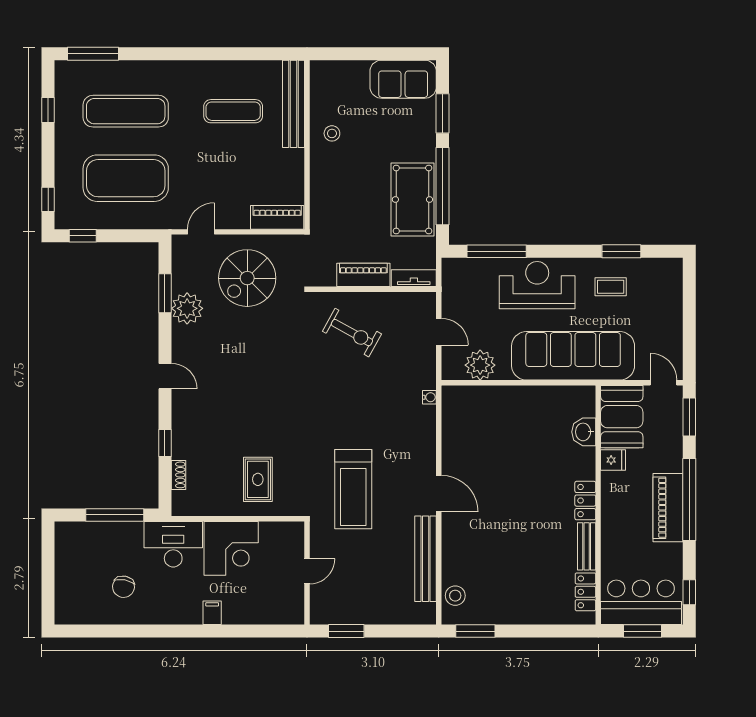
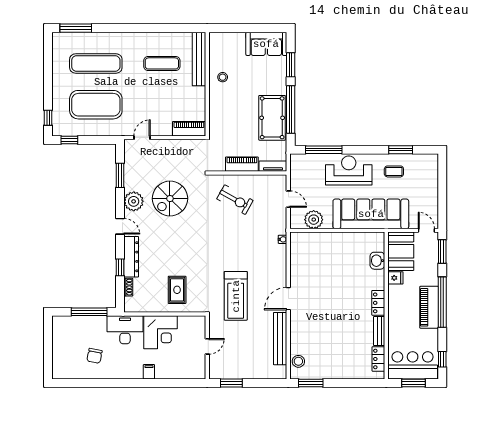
window: (48, 110) -> (48, 63), removed
spiral stairs: (247, 278) -> (170, 199), moved
plant: (187, 308) -> (134, 201), moved
dresser: (183, 426) -> (131, 257), added
door: (439, 494) -> (288, 299), swing flipped

